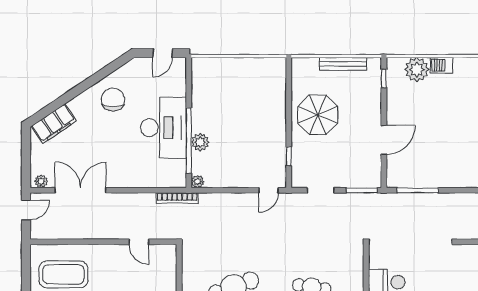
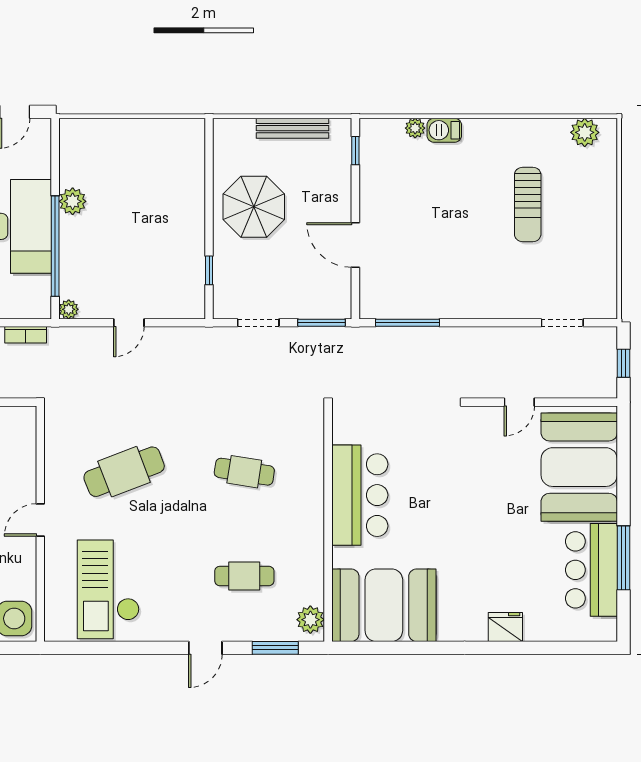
plant: (417, 70) -> (415, 128), width x0.53, depth x0.53
door: (384, 140) -> (355, 245), swing flipped
plant: (200, 142) -> (73, 201), moved
door: (269, 190) -> (129, 323), moved
bookcase: (177, 198) -> (26, 335), width x0.64

